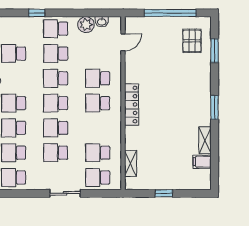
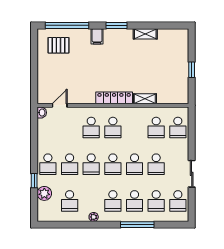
window: (170, 13) -> (34, 64), removed
washbasin: (102, 22) -> (42, 113), moved
plant: (86, 25) -> (44, 193), moved
door: (123, 42) -> (60, 105), hinge flipped
window: (215, 51) -> (67, 25), width x2.11
filing cabinet: (202, 162) -> (97, 36), moved
shelving: (131, 163) -> (145, 99), moved
sliding door: (65, 193) -> (192, 174), moved

